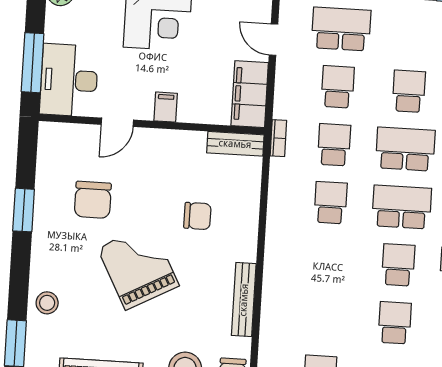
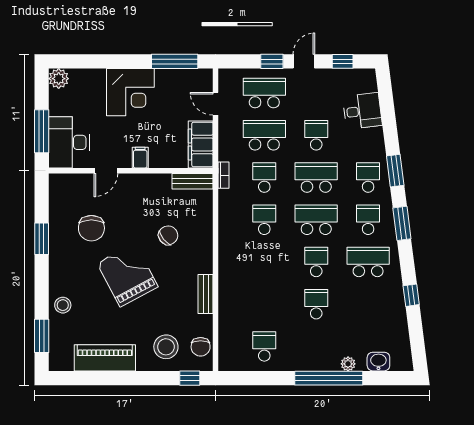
school desk: (338, 87) -> (264, 135), width x1.85
chair: (197, 216) -> (168, 235), turned -39
bench: (244, 300) -> (206, 294), width x0.73

